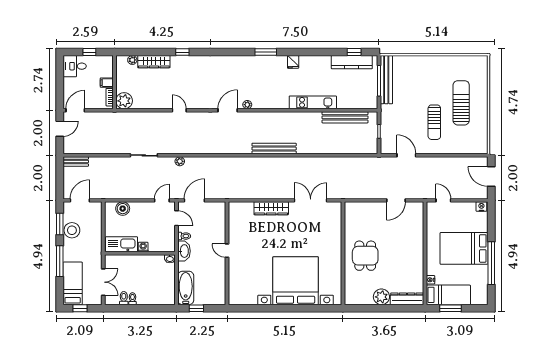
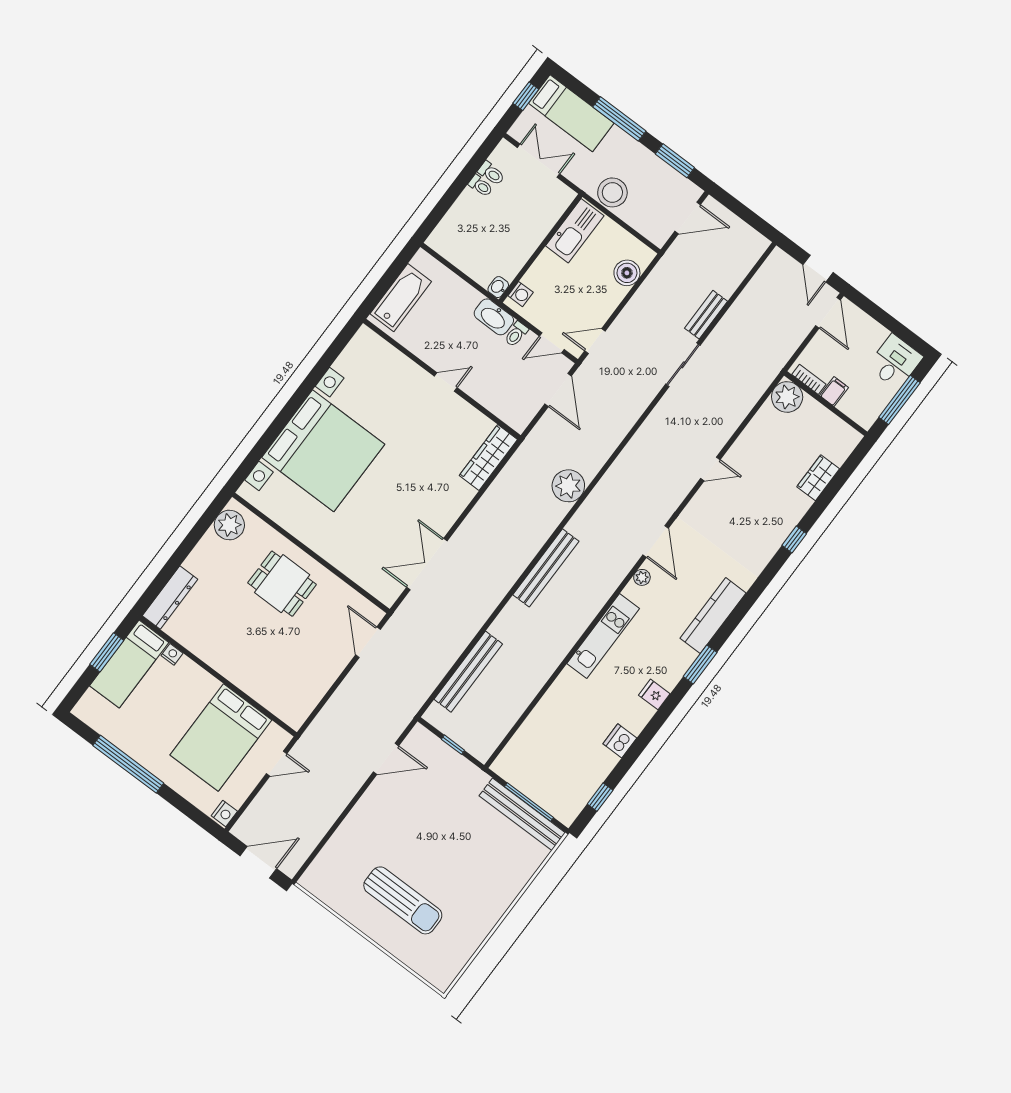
window: (89, 52) -> (899, 400), width x2.17
plant: (132, 60) -> (839, 455), removed
wardrobe: (154, 62) -> (818, 478), width x0.67
dishwasher: (324, 62) -> (620, 741), added
kitchen counter: (352, 62) -> (713, 616), moved
kitchen unit: (313, 102) -> (603, 636), moved
bench: (345, 117) -> (468, 672), moved
sun lounger: (434, 122) -> (404, 838), removed
plant: (180, 161) -> (568, 486), moved, width x1.88, depth x1.88
bench: (76, 162) -> (706, 315), moved
door: (80, 200) -> (688, 218), hinge flipped
door: (162, 200) -> (595, 341), swing flipped
double door: (311, 200) -> (427, 564), swing flipped
door: (396, 200) -> (368, 642), moved
wardrobe: (271, 208) -> (488, 458), moved
stool: (72, 230) -> (612, 192), moved
washing machine: (143, 247) -> (521, 294), moved
bed: (464, 248) -> (221, 737), moved, turned 180
double door: (103, 282) -> (539, 161), swing flipped
bathtub: (186, 288) -> (401, 298), moved, turned -90
plant: (381, 297) -> (229, 525), moved
window: (196, 308) -> (394, 271), removed

